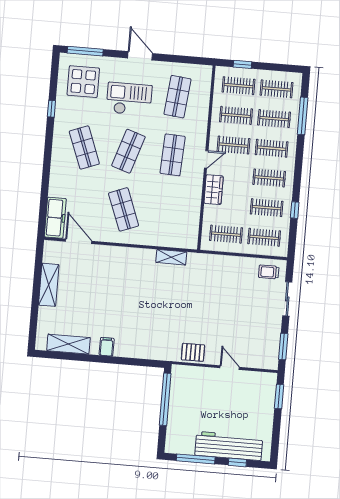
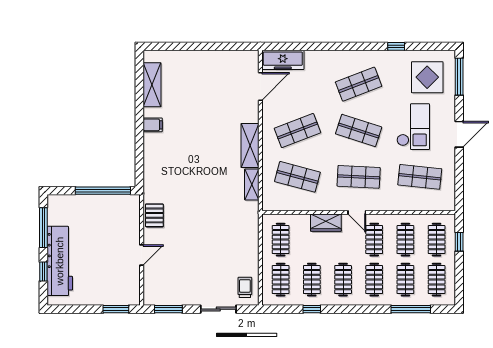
shop shelf: (168, 213) -> (297, 177), added
shelving: (49, 285) -> (250, 146), moved, turned 90

